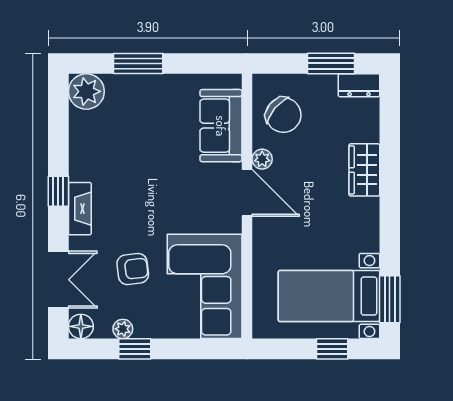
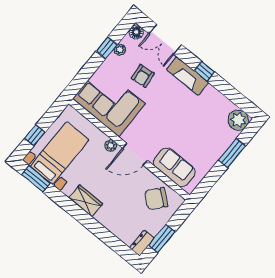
plant: (262, 159) -> (111, 146), moved
wardrobe: (364, 170) -> (86, 201), moved
fireplace: (80, 209) -> (188, 76), width x1.37, depth x1.32

